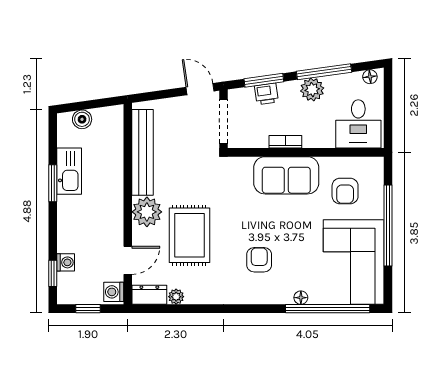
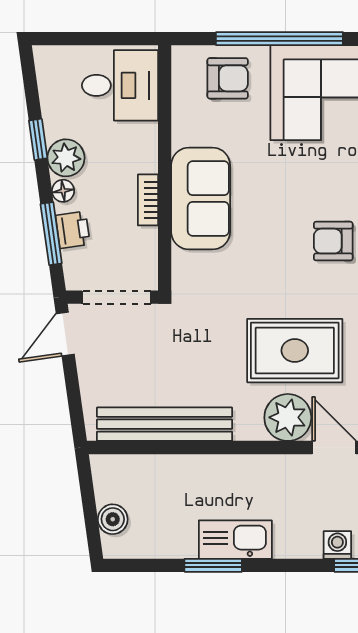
window: (324, 72) -> (38, 139), width x0.46
floor lamp: (370, 77) -> (63, 191), moved
kitchen sink: (69, 171) -> (235, 540), moved
armchair: (345, 191) -> (228, 78), moved
plant: (147, 212) -> (288, 417), moved

